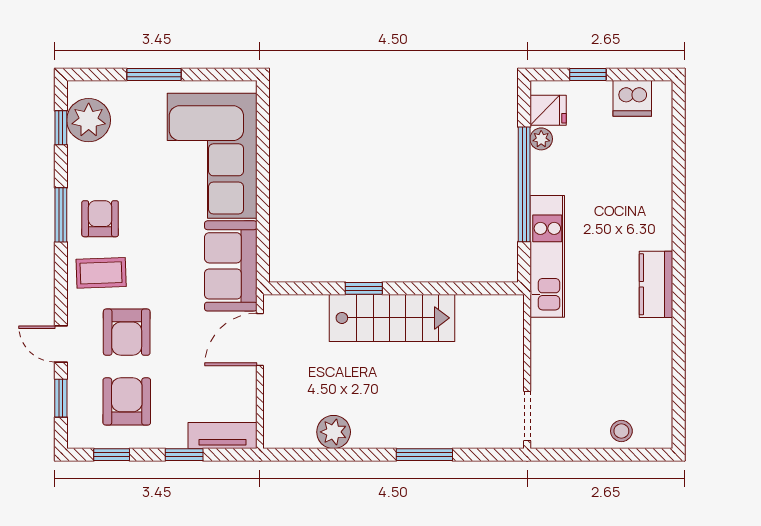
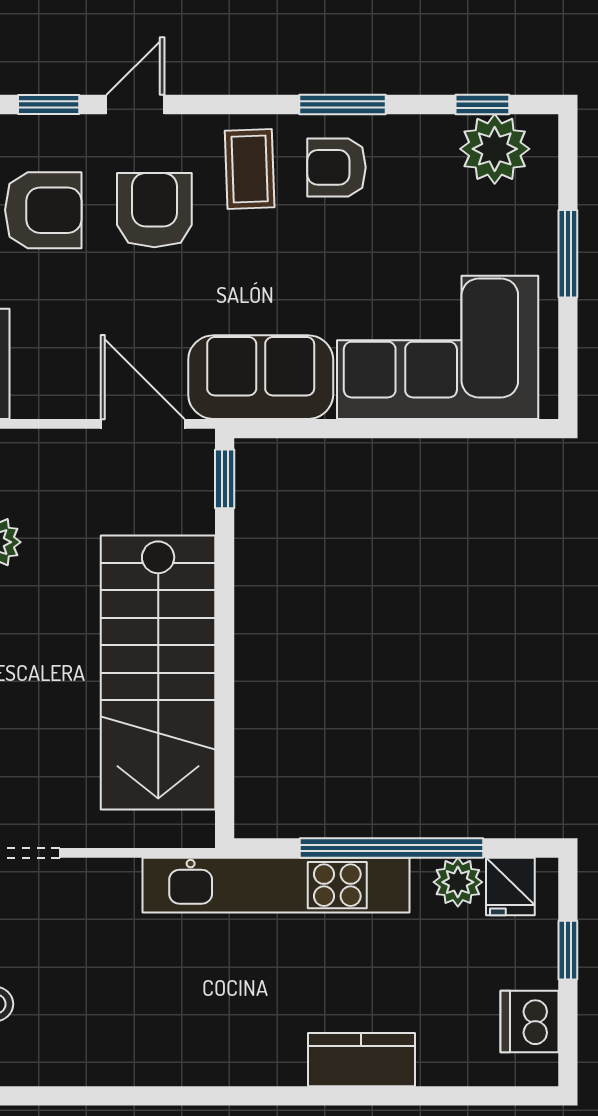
plant: (541, 139) -> (458, 882), width x1.38, depth x1.38
armchair: (100, 219) -> (337, 167), turned 180
kitchen unit: (547, 256) -> (276, 885), width x1.36
kitchen counter: (656, 284) -> (361, 1060), moved
window: (364, 288) -> (225, 479), moved
stairs: (392, 318) -> (158, 673), width x1.36, depth x1.51
armchair: (127, 332) -> (154, 210), turned 90

